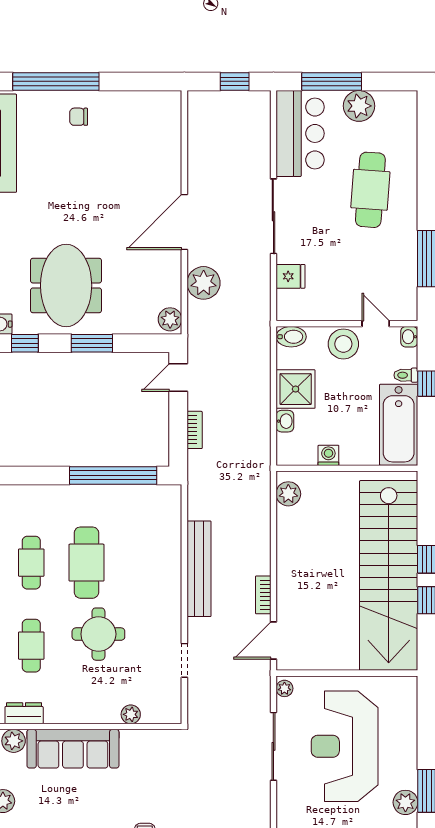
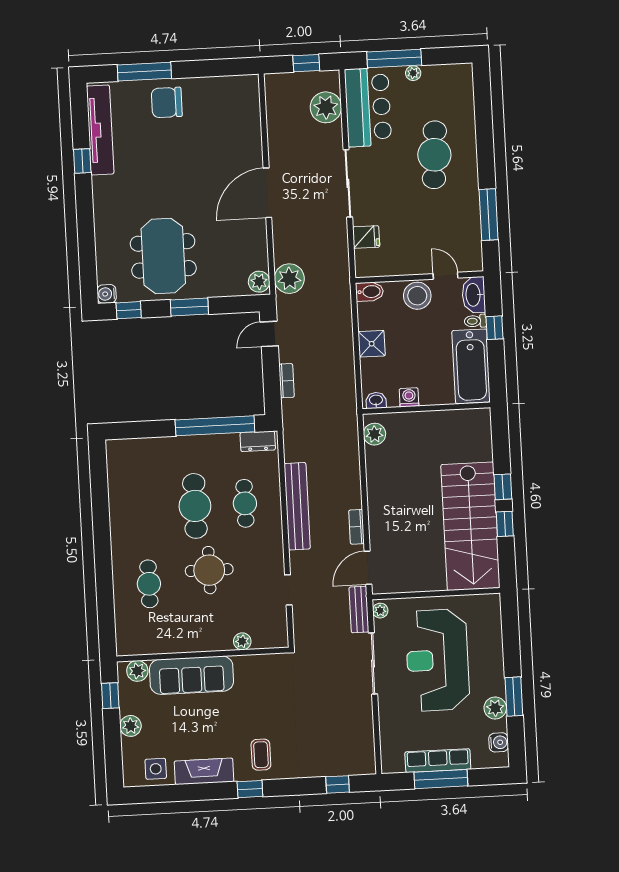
window: (56, 81) -> (144, 72), width x0.68
plant: (359, 106) -> (413, 73), width x0.53, depth x0.53
chair: (79, 117) -> (167, 102), width x1.87, depth x1.87
plant: (254, 131) -> (326, 107), added
plant: (204, 283) -> (289, 279), moved
washbasin: (409, 337) -> (474, 295), width x1.91, depth x1.45
shower: (296, 389) -> (372, 344), width x0.73, depth x0.73
washbasin: (285, 421) -> (376, 400), moved, turned -90
cafe table: (31, 563) -> (245, 503), moved
stairs: (389, 575) -> (470, 526), width x0.73
bench: (261, 686) -> (359, 610), added
dresser: (24, 713) -> (258, 441), moved, turned 180

